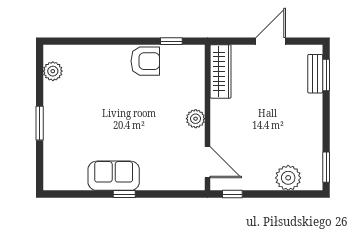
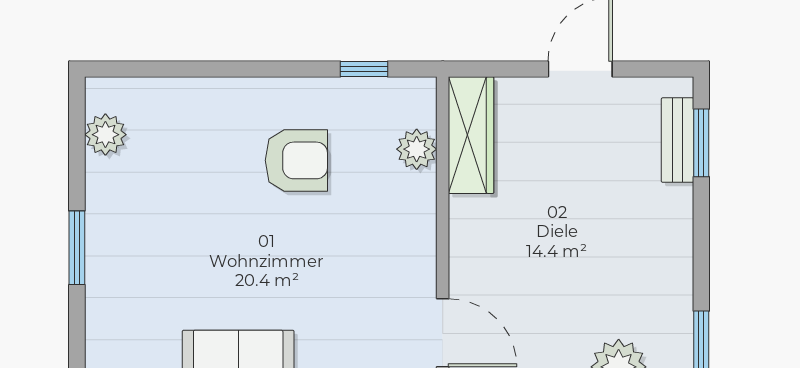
armchair: (145, 61) -> (296, 160), moved
plant: (196, 119) -> (417, 149), moved

